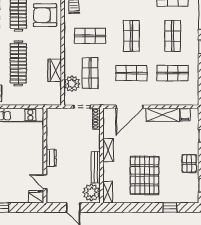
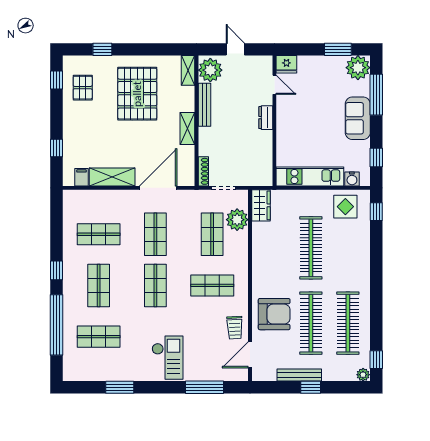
wardrobe: (55, 70) -> (261, 205), moved
shop shelf: (131, 73) -> (155, 234), turned 90
pallet: (189, 164) -> (83, 88), moved

